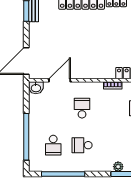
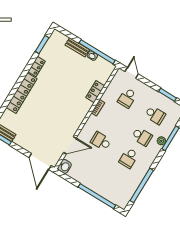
door: (60, 80) -> (70, 145), swing flipped
school desk: (53, 145) -> (142, 137), moved

